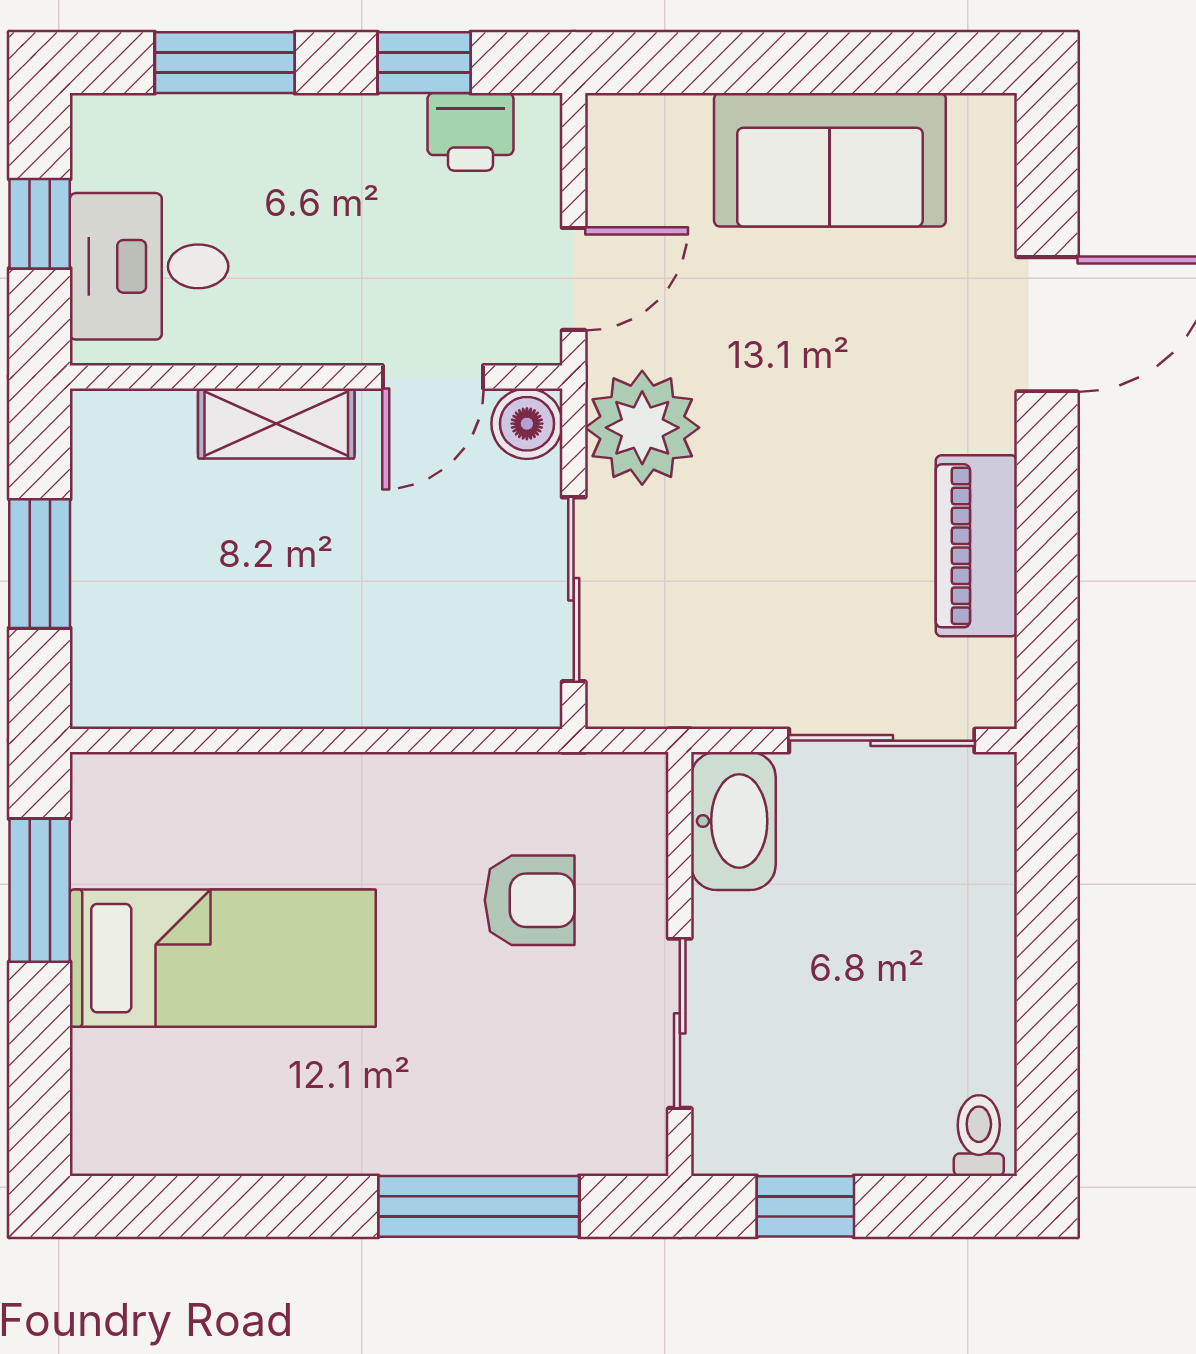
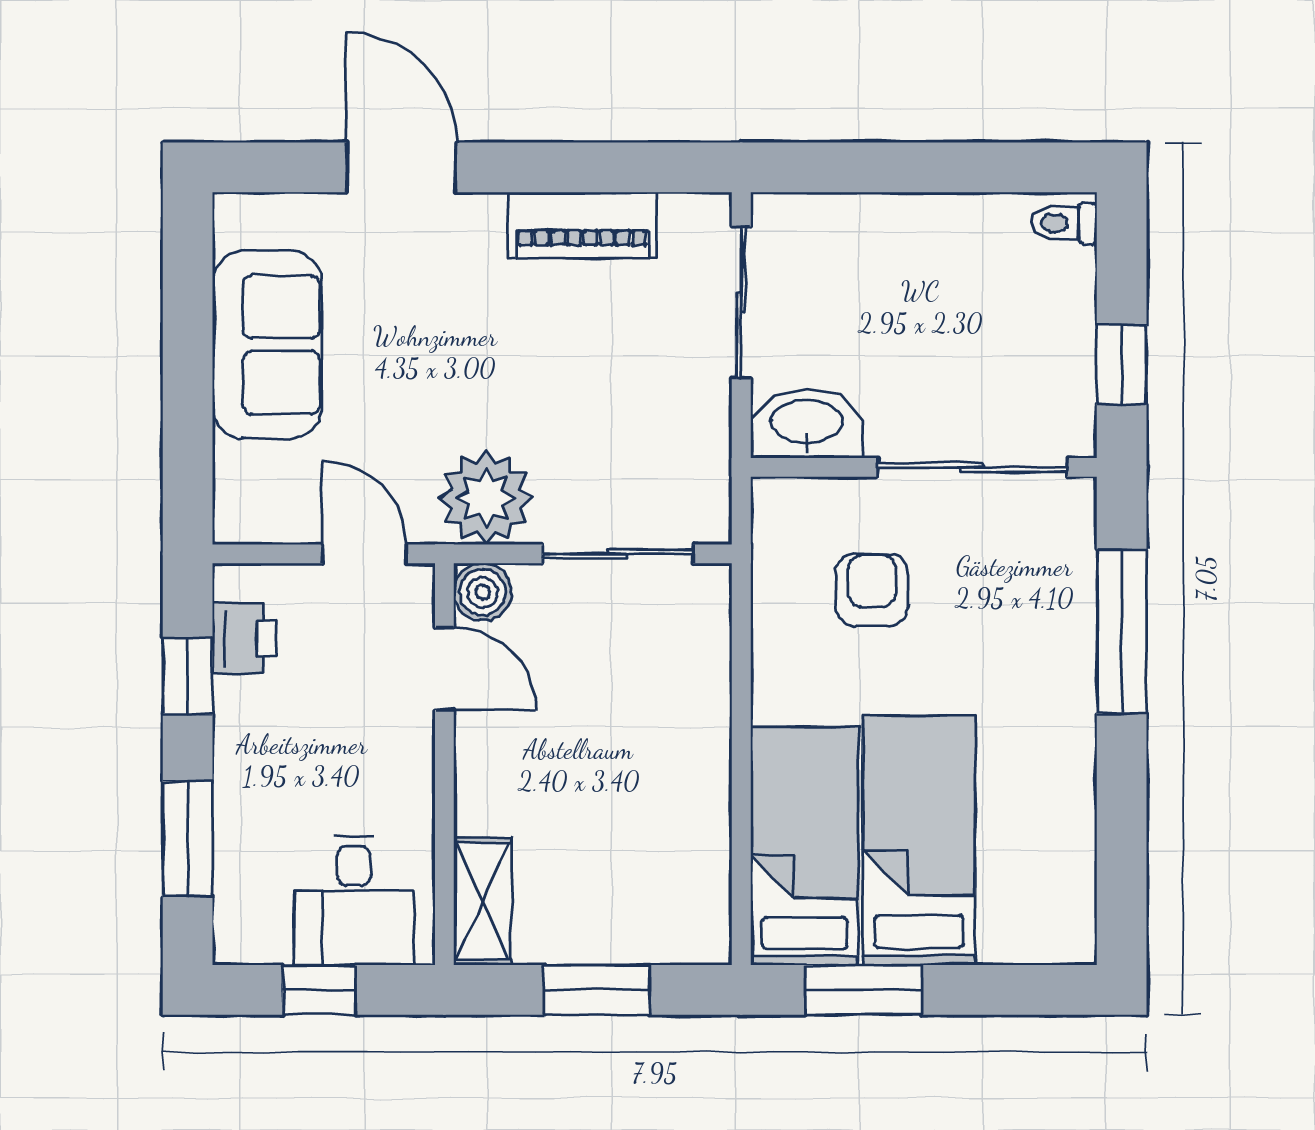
shelving: (276, 423) -> (482, 901), moved
bed: (216, 818) -> (804, 846), added
sliding door: (680, 1023) -> (972, 467), width x1.37

